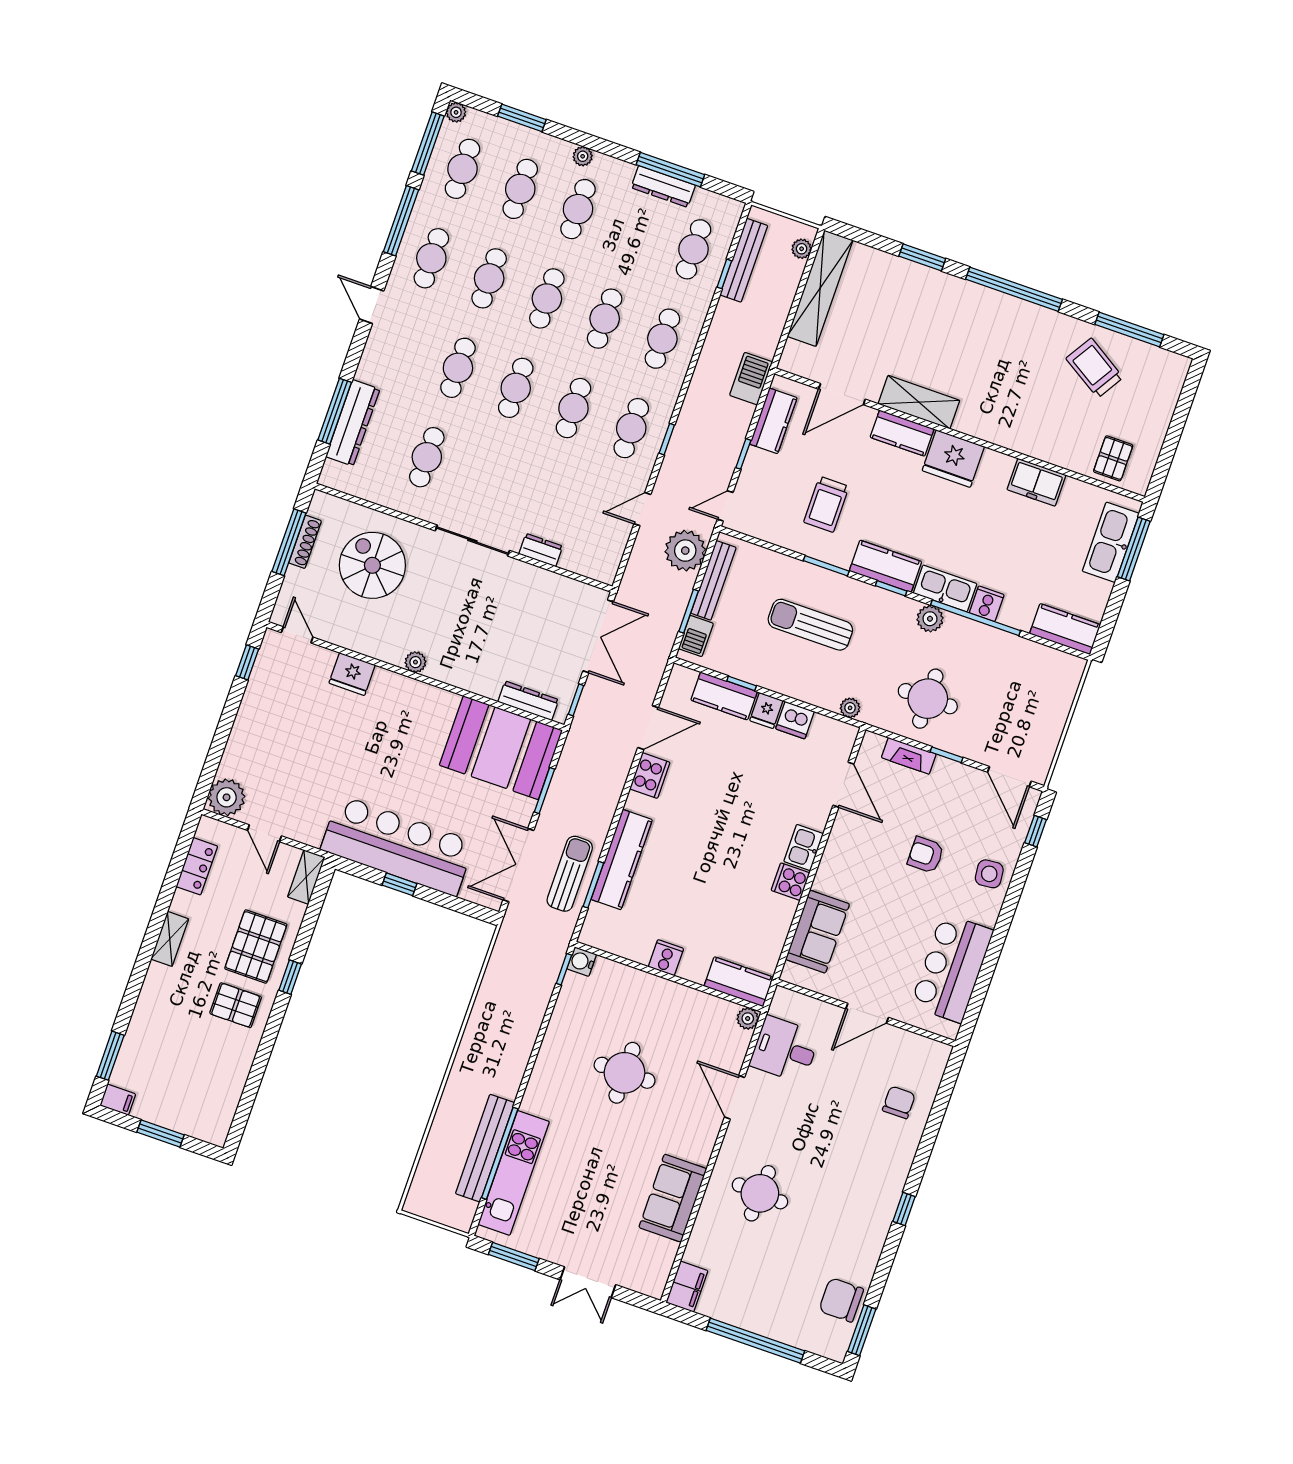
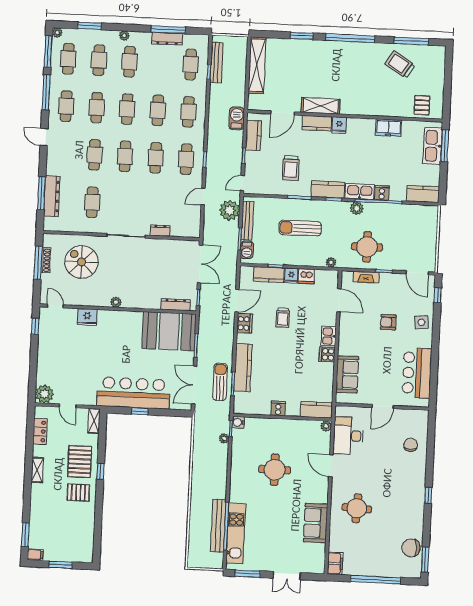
plant: (802, 249) -> (224, 438), moved
fridge: (953, 459) -> (339, 125), width x0.53, depth x0.75
trolley: (726, 786) -> (283, 318), added
desk: (785, 1049) -> (348, 436), width x1.37

